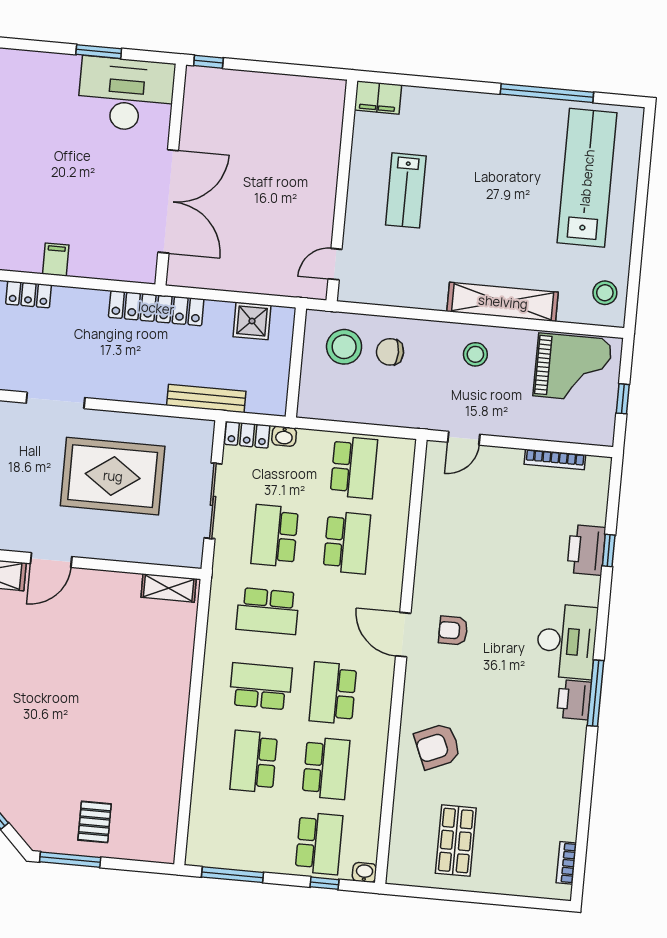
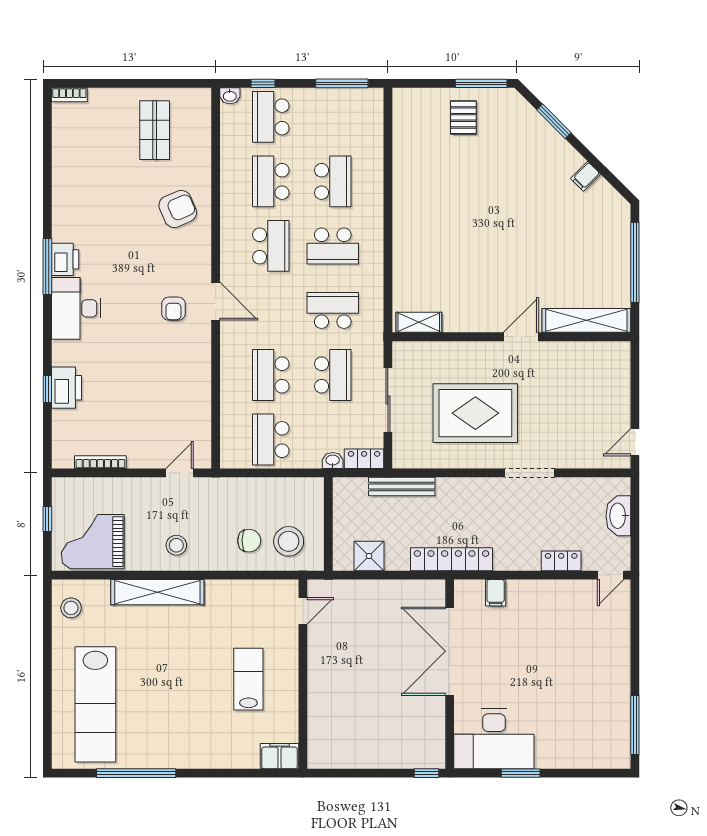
filing cabinet: (56, 260) -> (496, 593), moved
armchair: (453, 630) -> (173, 309), turned 90
bookcase: (566, 863) -> (69, 95), moved, turned 90

